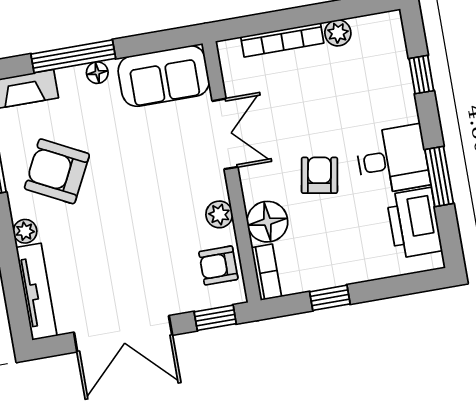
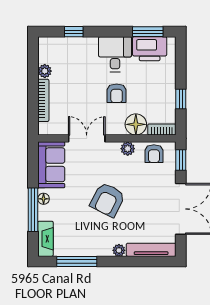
armchair: (57, 171) -> (108, 200), moved
armchair: (319, 175) -> (117, 93), turned -100
window: (439, 177) -> (148, 32), moved

